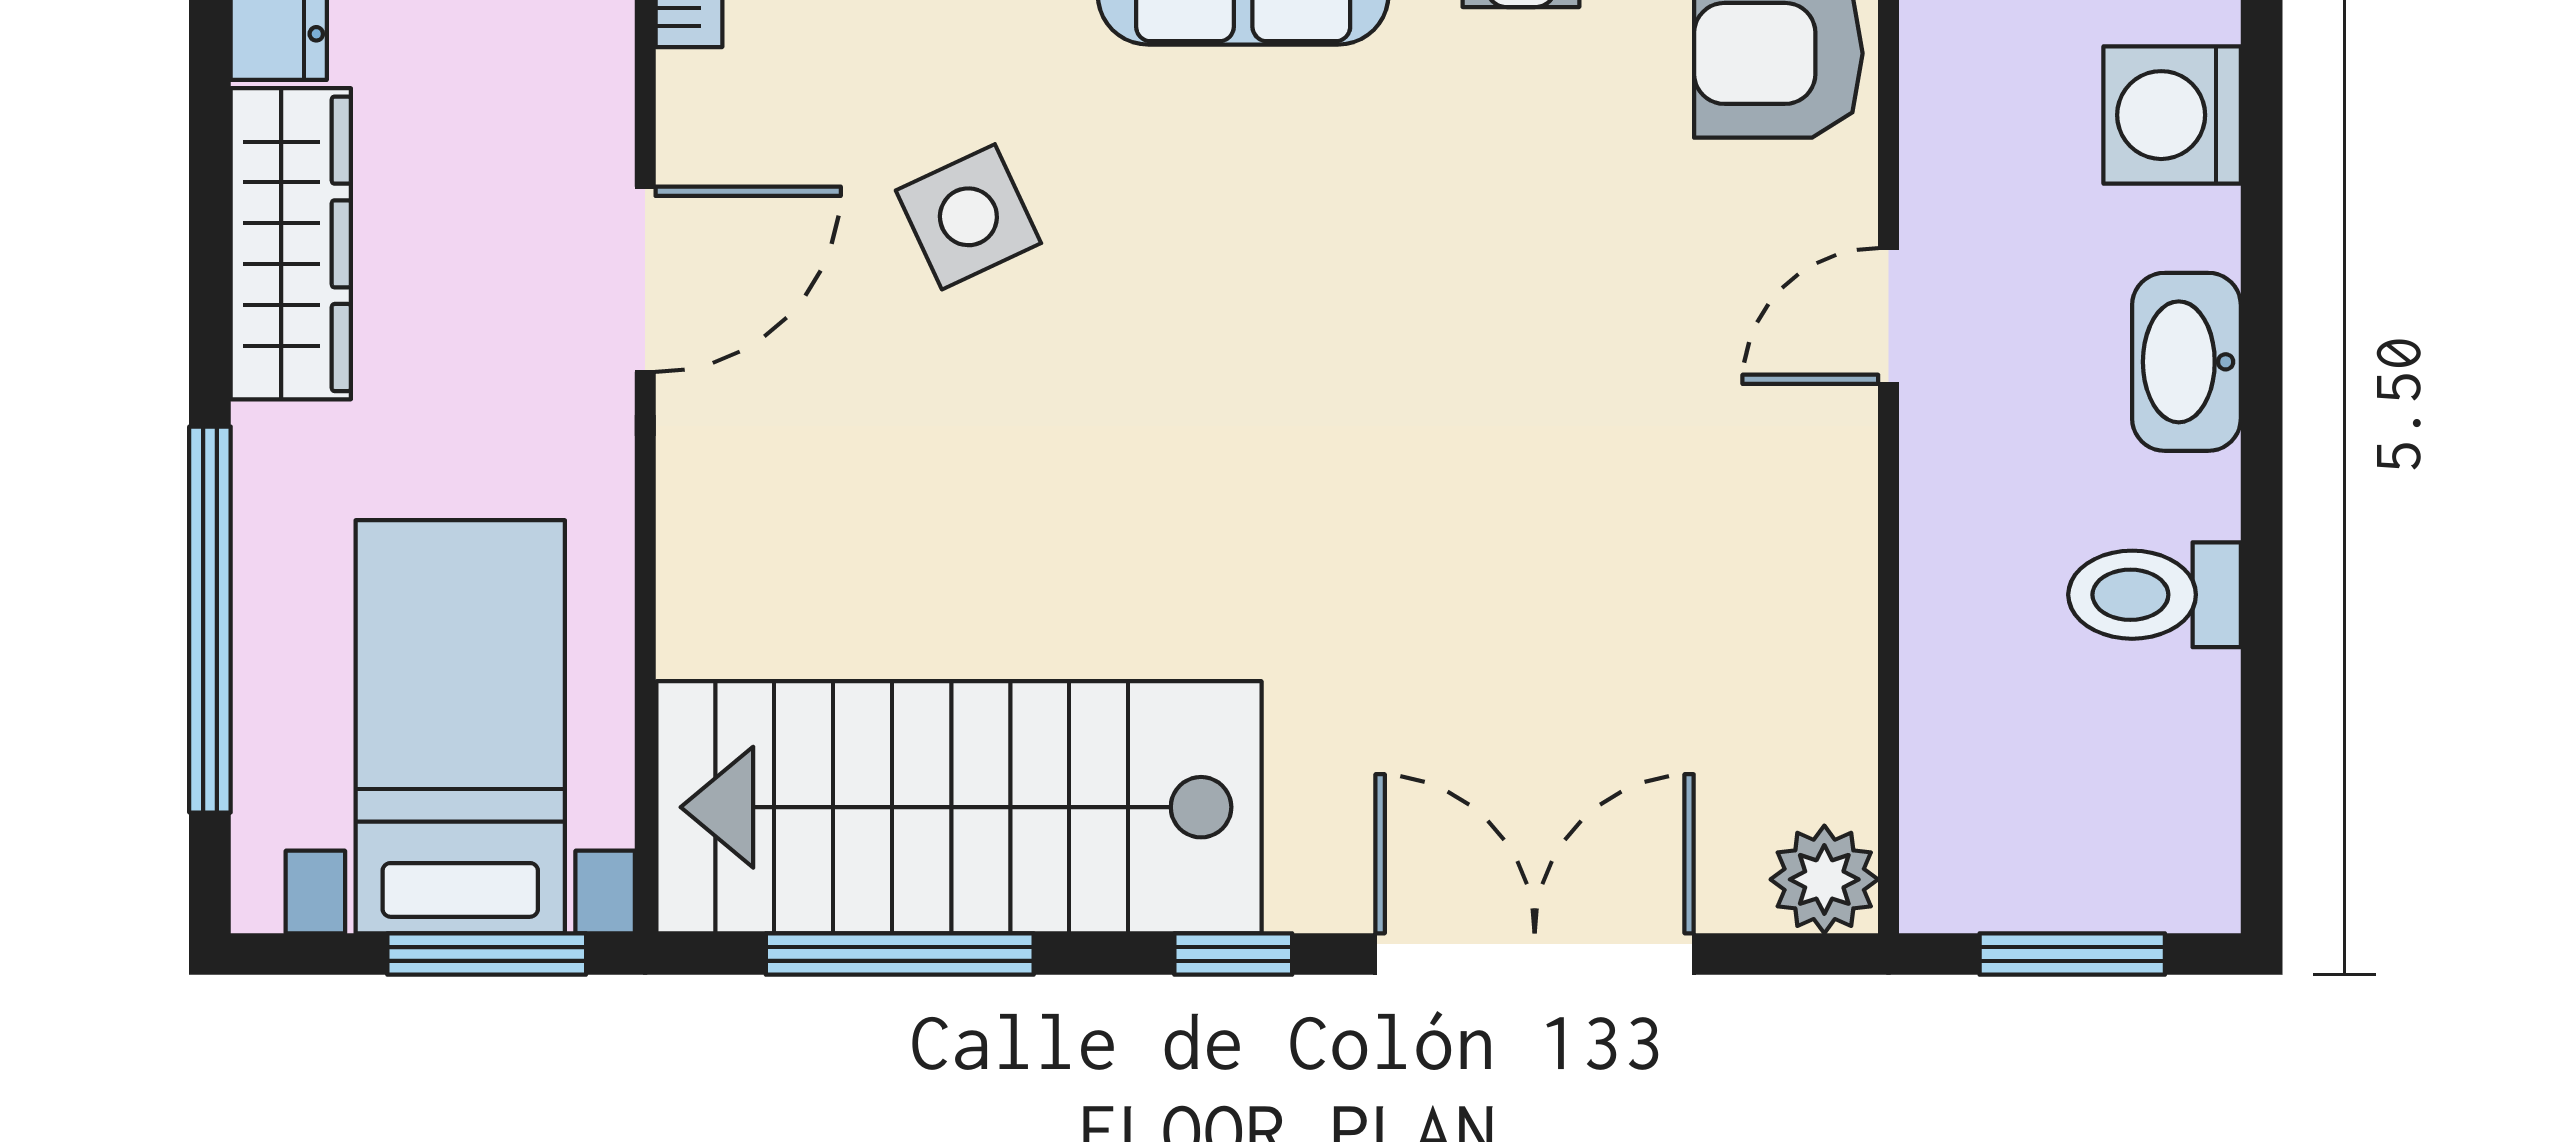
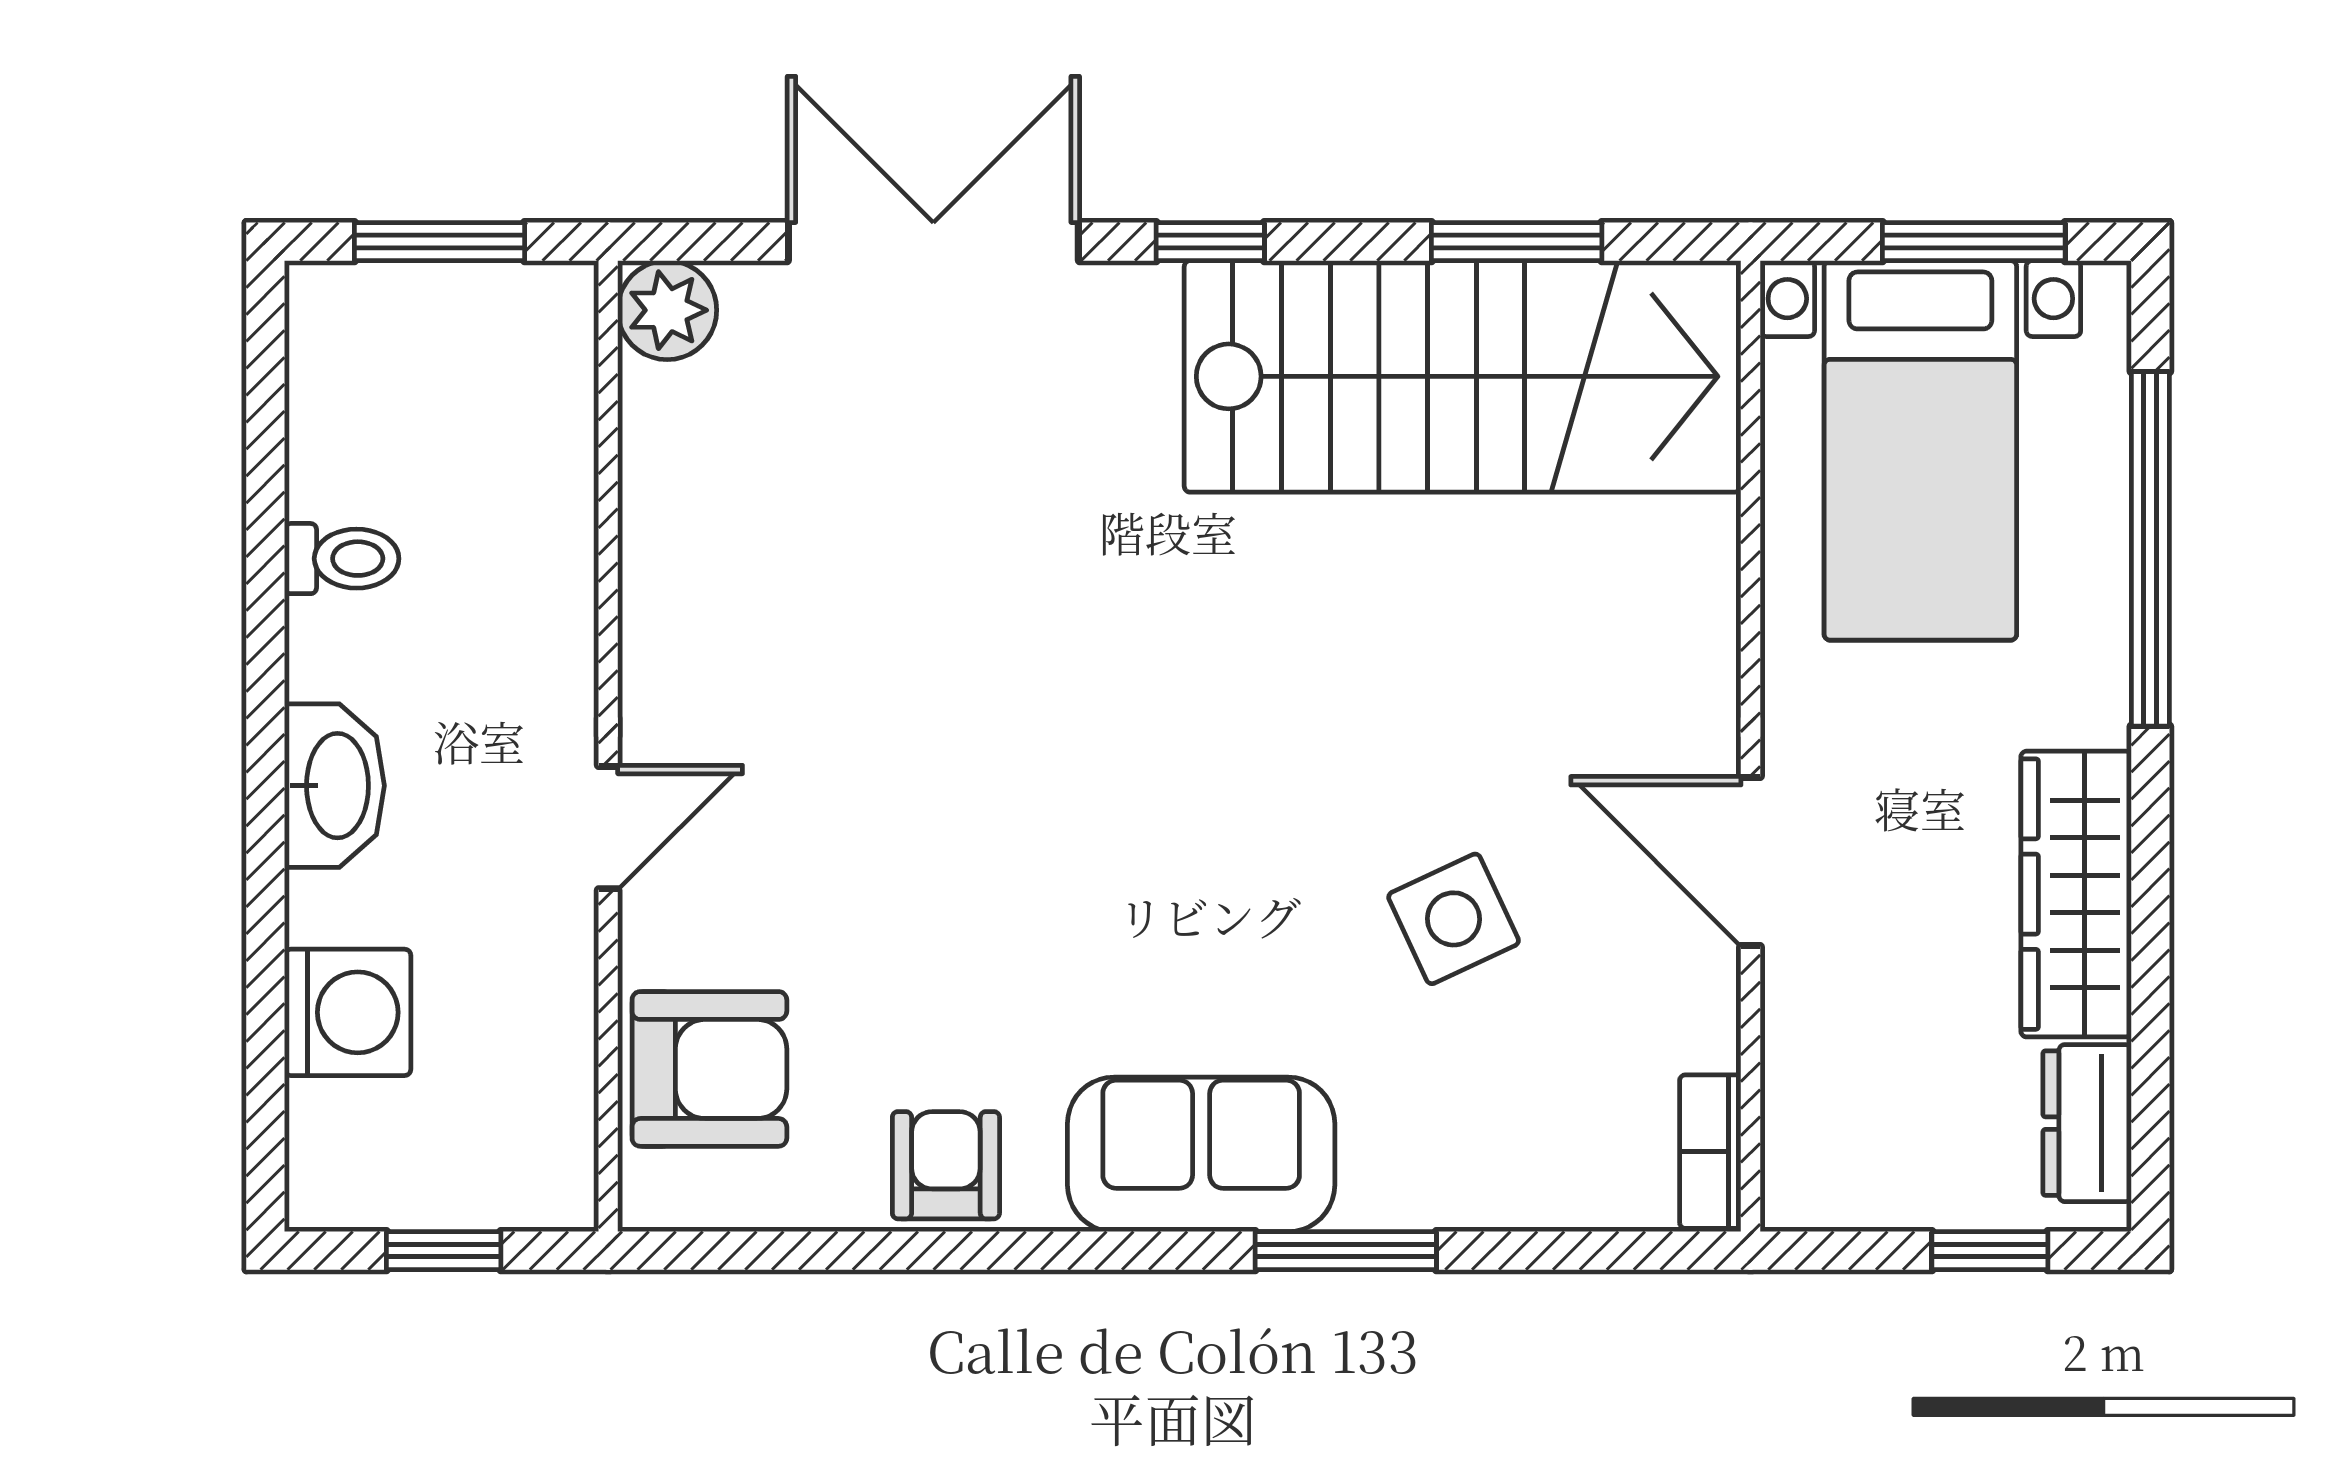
door: (645, 279) -> (1751, 862), hinge flipped
toilet: (2155, 595) -> (342, 559), width x0.73, depth x0.72
window: (487, 954) -> (1974, 242), moved
window: (900, 954) -> (1517, 242), width x0.69
double door: (1535, 954) -> (933, 242), swing flipped

